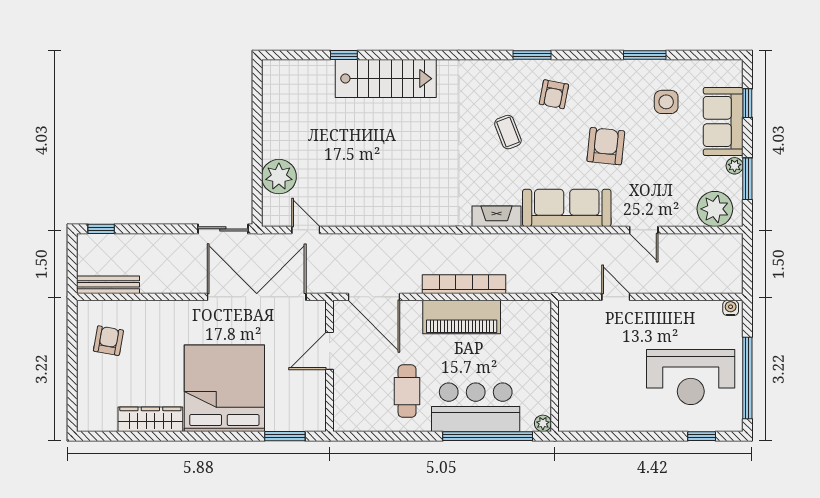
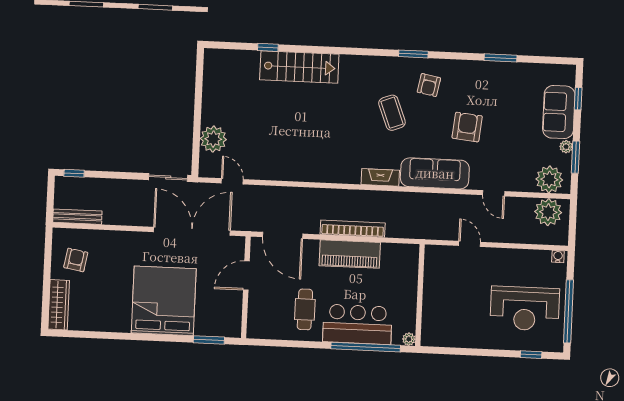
side table: (666, 102) -> (515, 95), removed
coffee table: (508, 132) -> (392, 113), width x1.36, depth x1.30
plant: (715, 251) -> (548, 212), added
wardrobe: (150, 419) -> (59, 305), moved, turned 90

